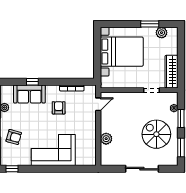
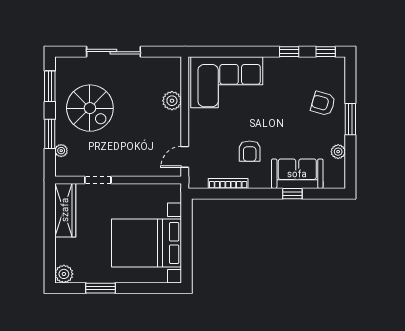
plant: (162, 33) -> (64, 274), moved
corner sofa: (53, 150) -> (227, 82), moved
window: (34, 169) -> (289, 52), added

